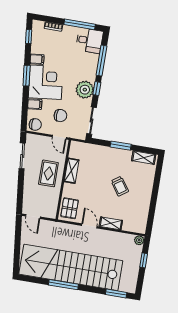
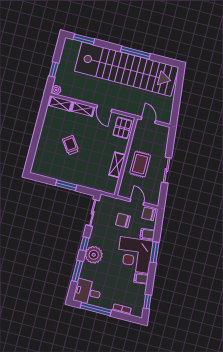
window: (102, 61) -> (77, 271), width x0.69
window: (27, 76) -> (155, 252), moved
plant: (85, 90) -> (94, 255), moved
door: (59, 137) -> (137, 202), moved
sliding door: (22, 156) -> (167, 170), moved
shelving: (144, 158) -> (60, 103), moved
door: (33, 216) -> (148, 120), moved

